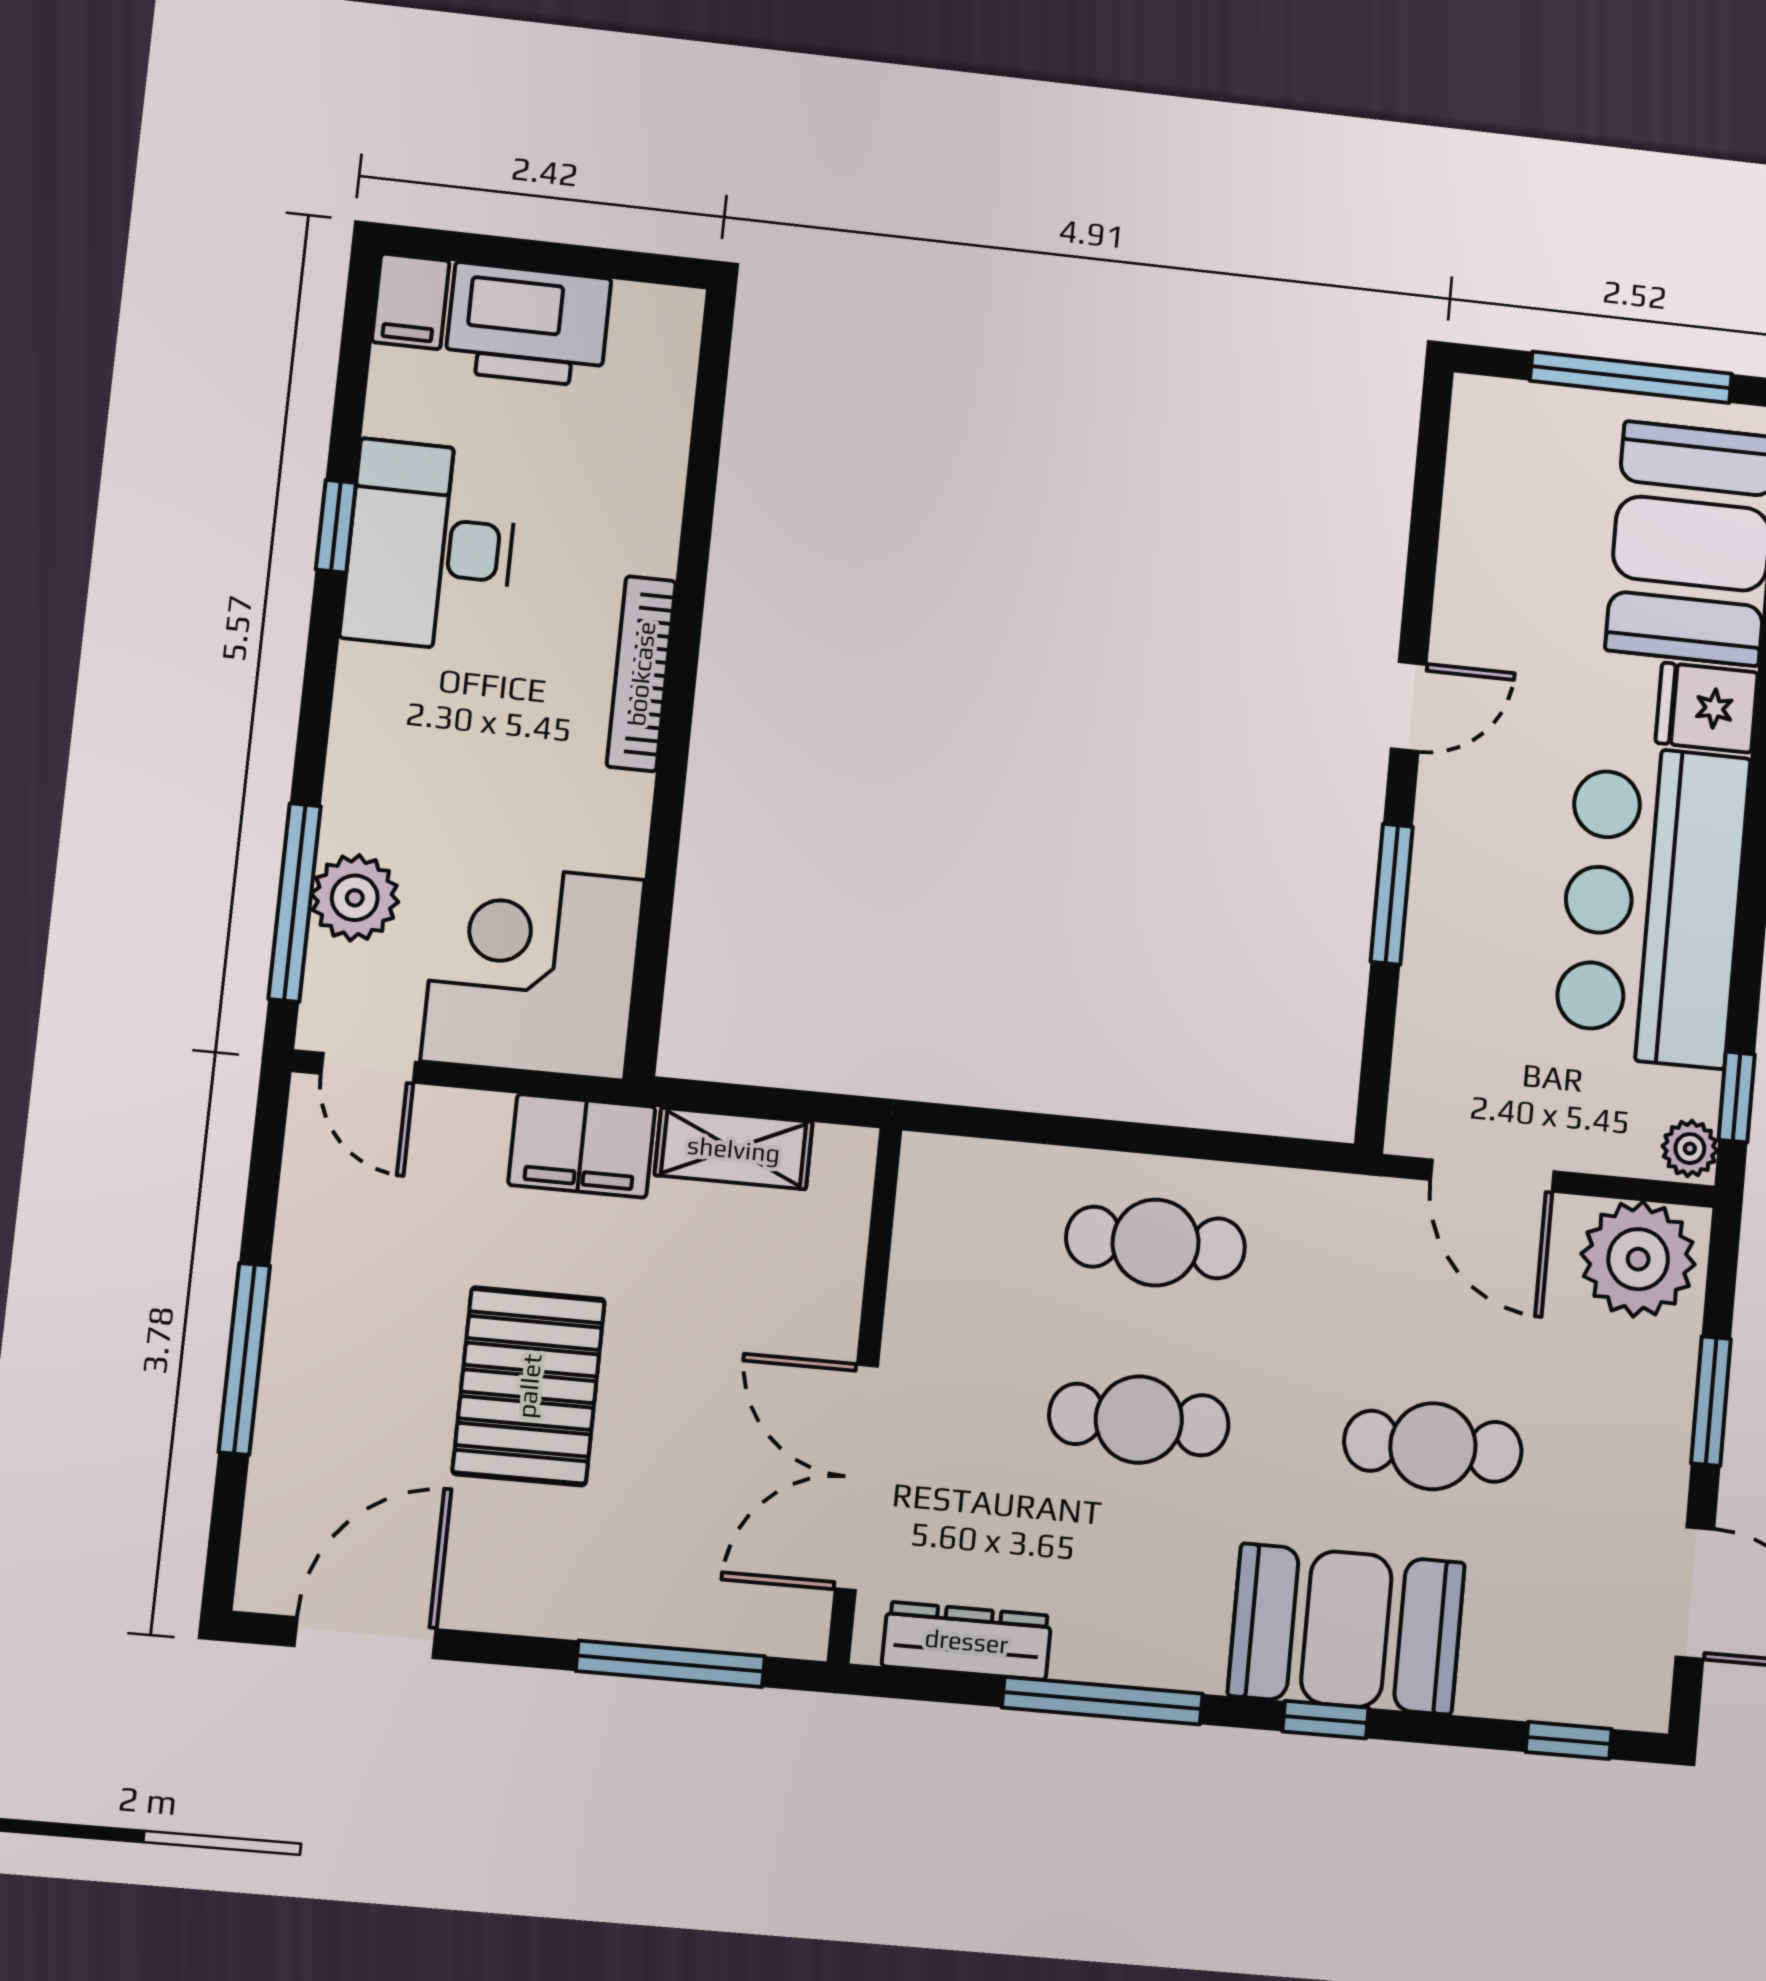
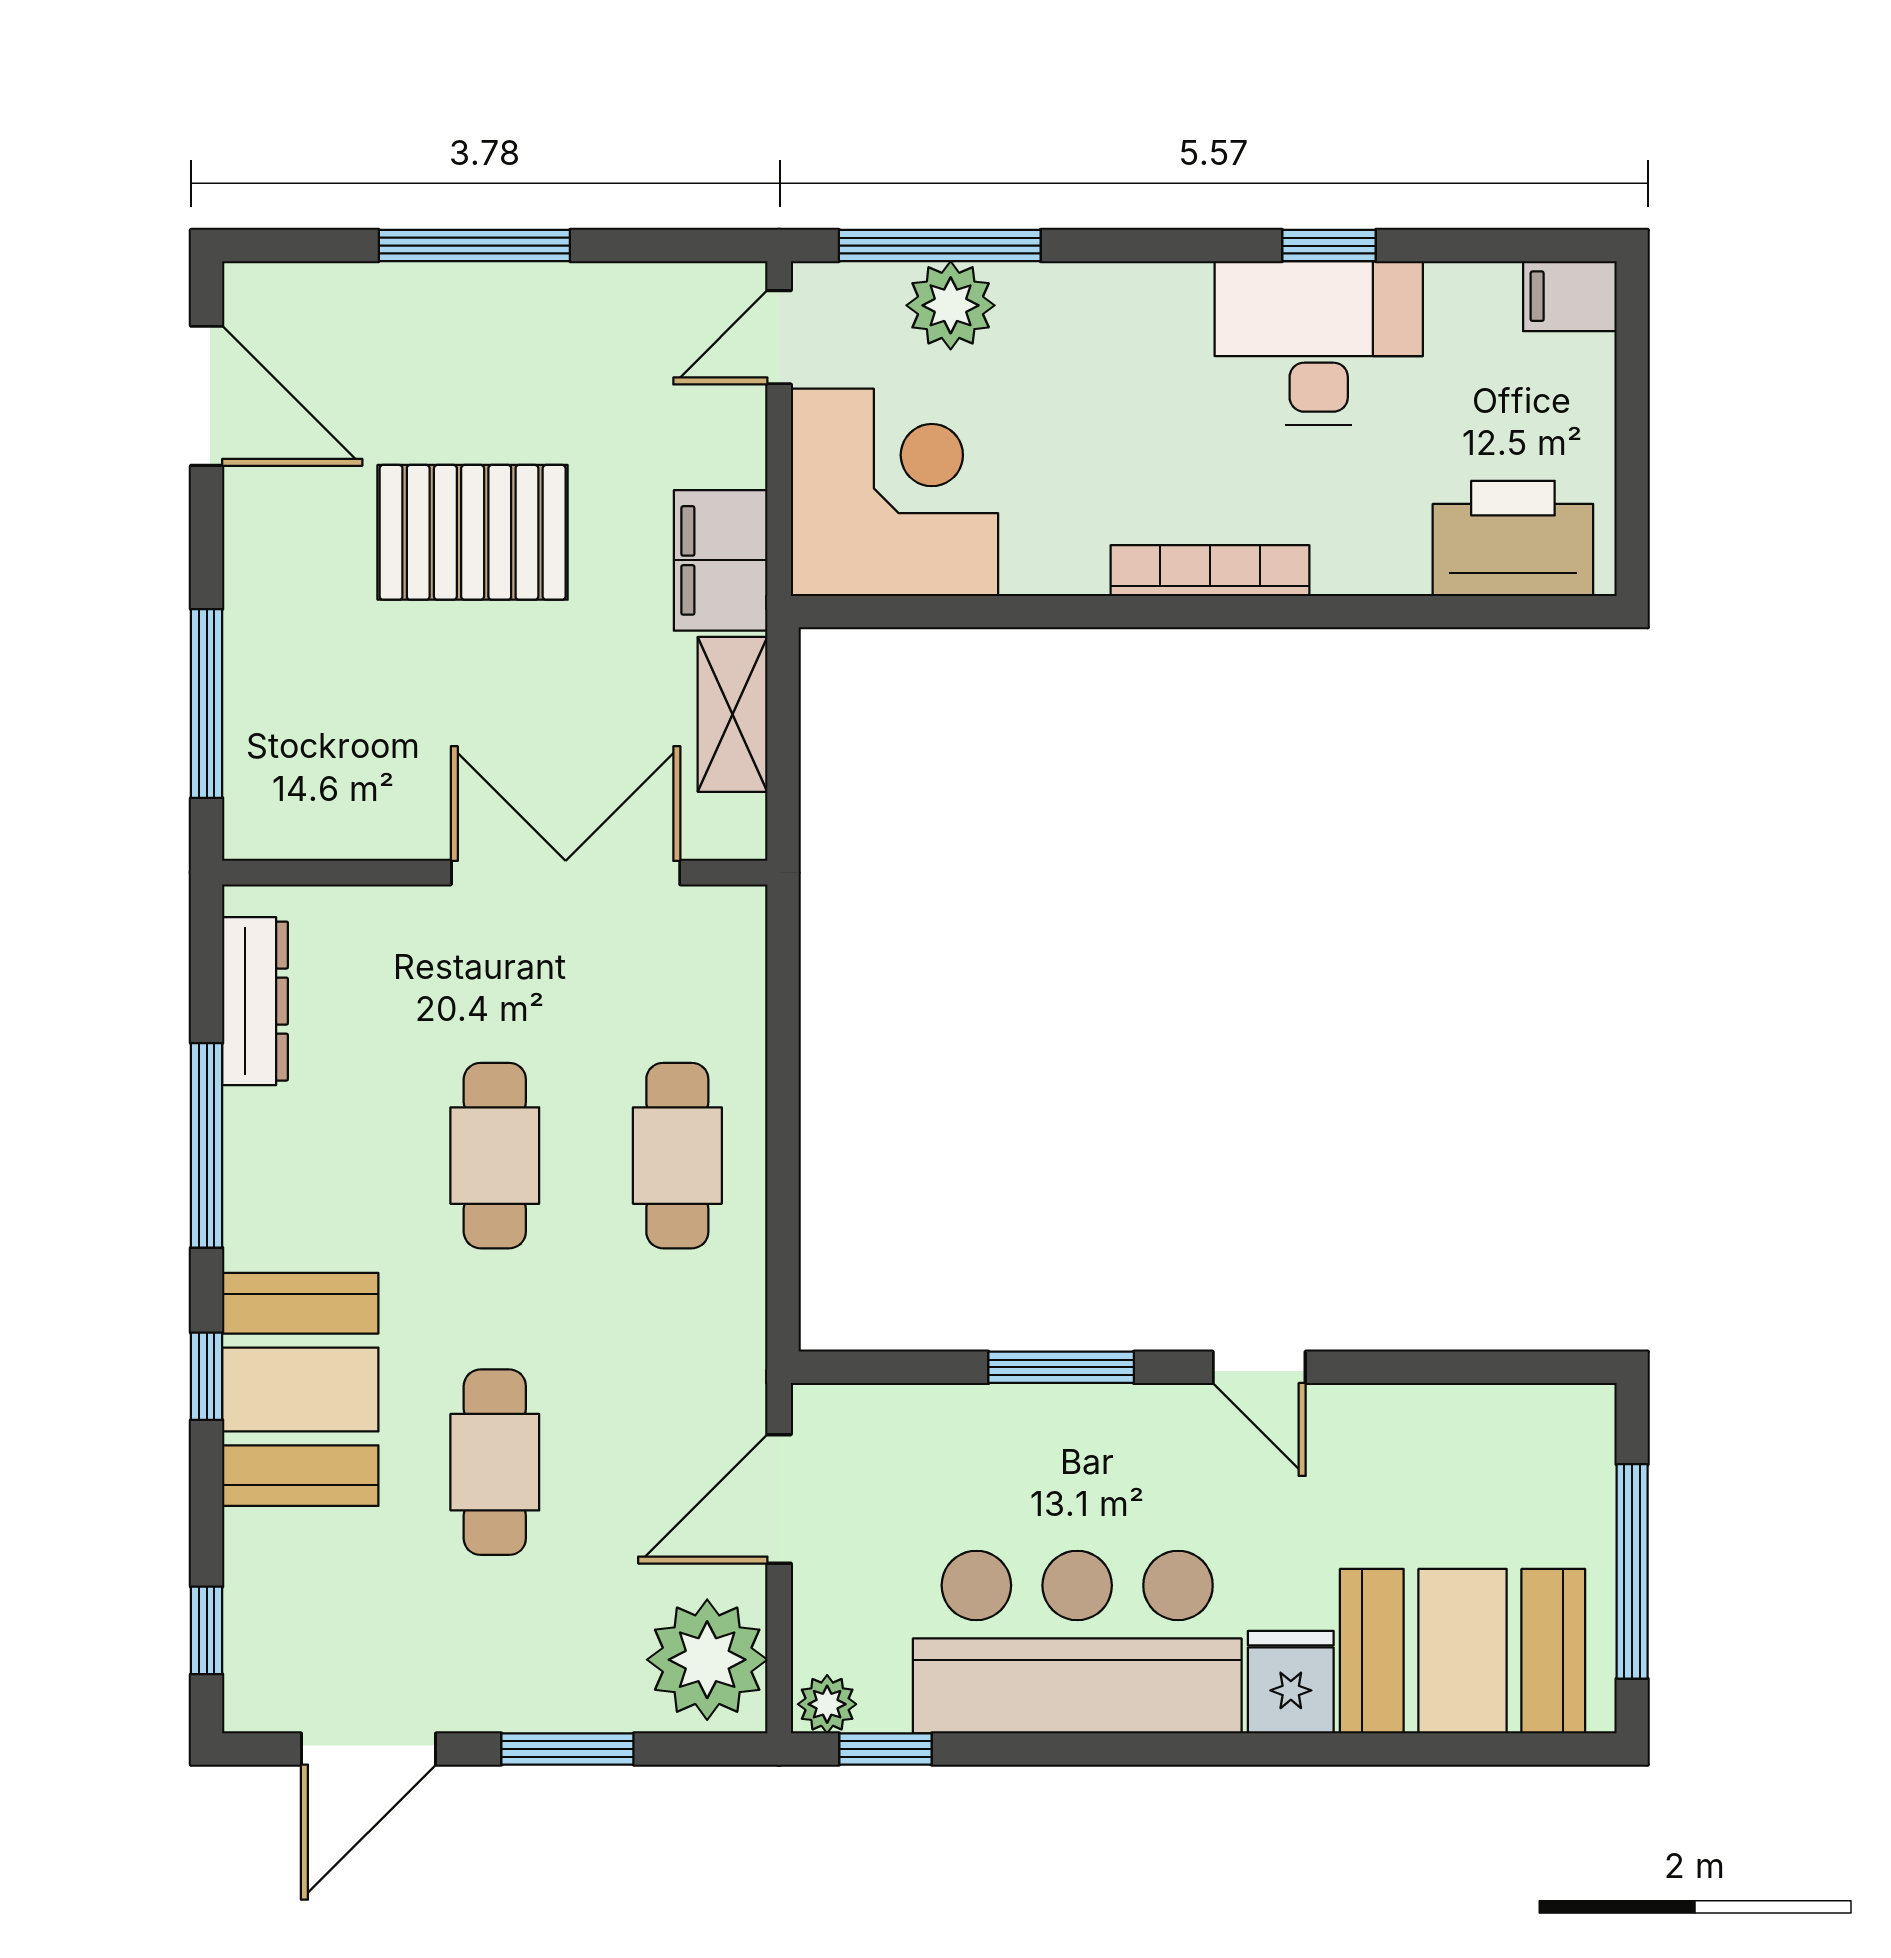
printer: (528, 325) -> (1513, 538), moved, turned 90
double door: (856, 1477) -> (566, 873), moved

